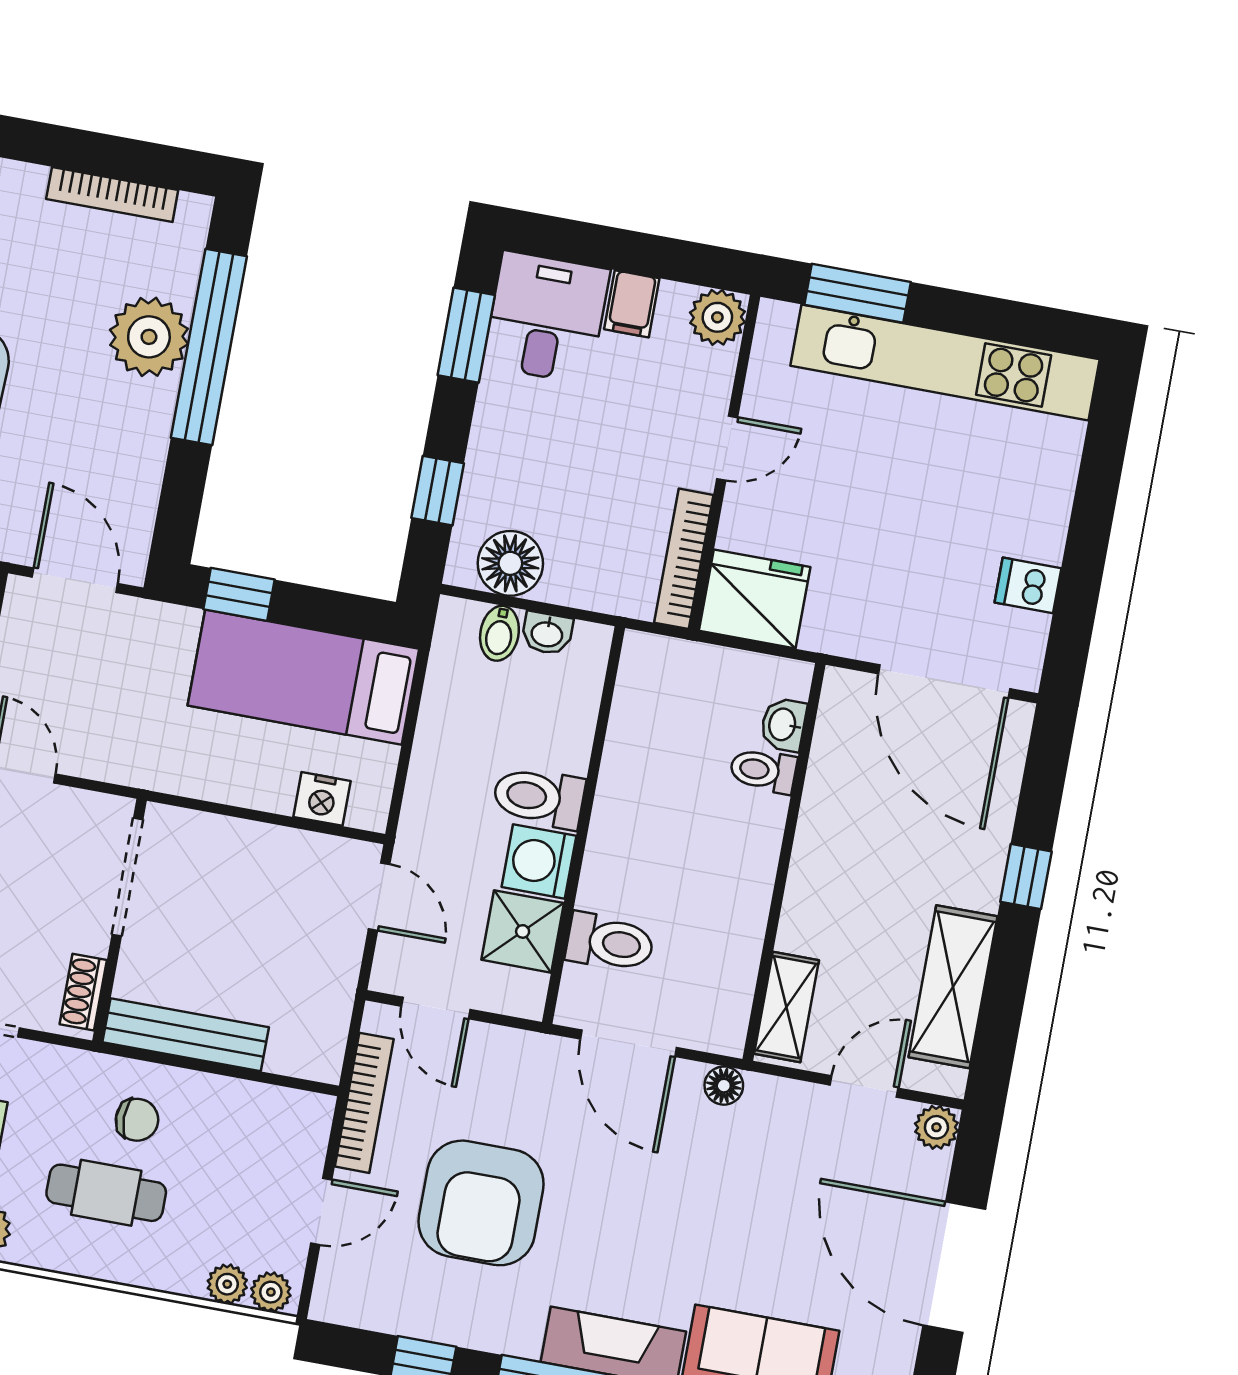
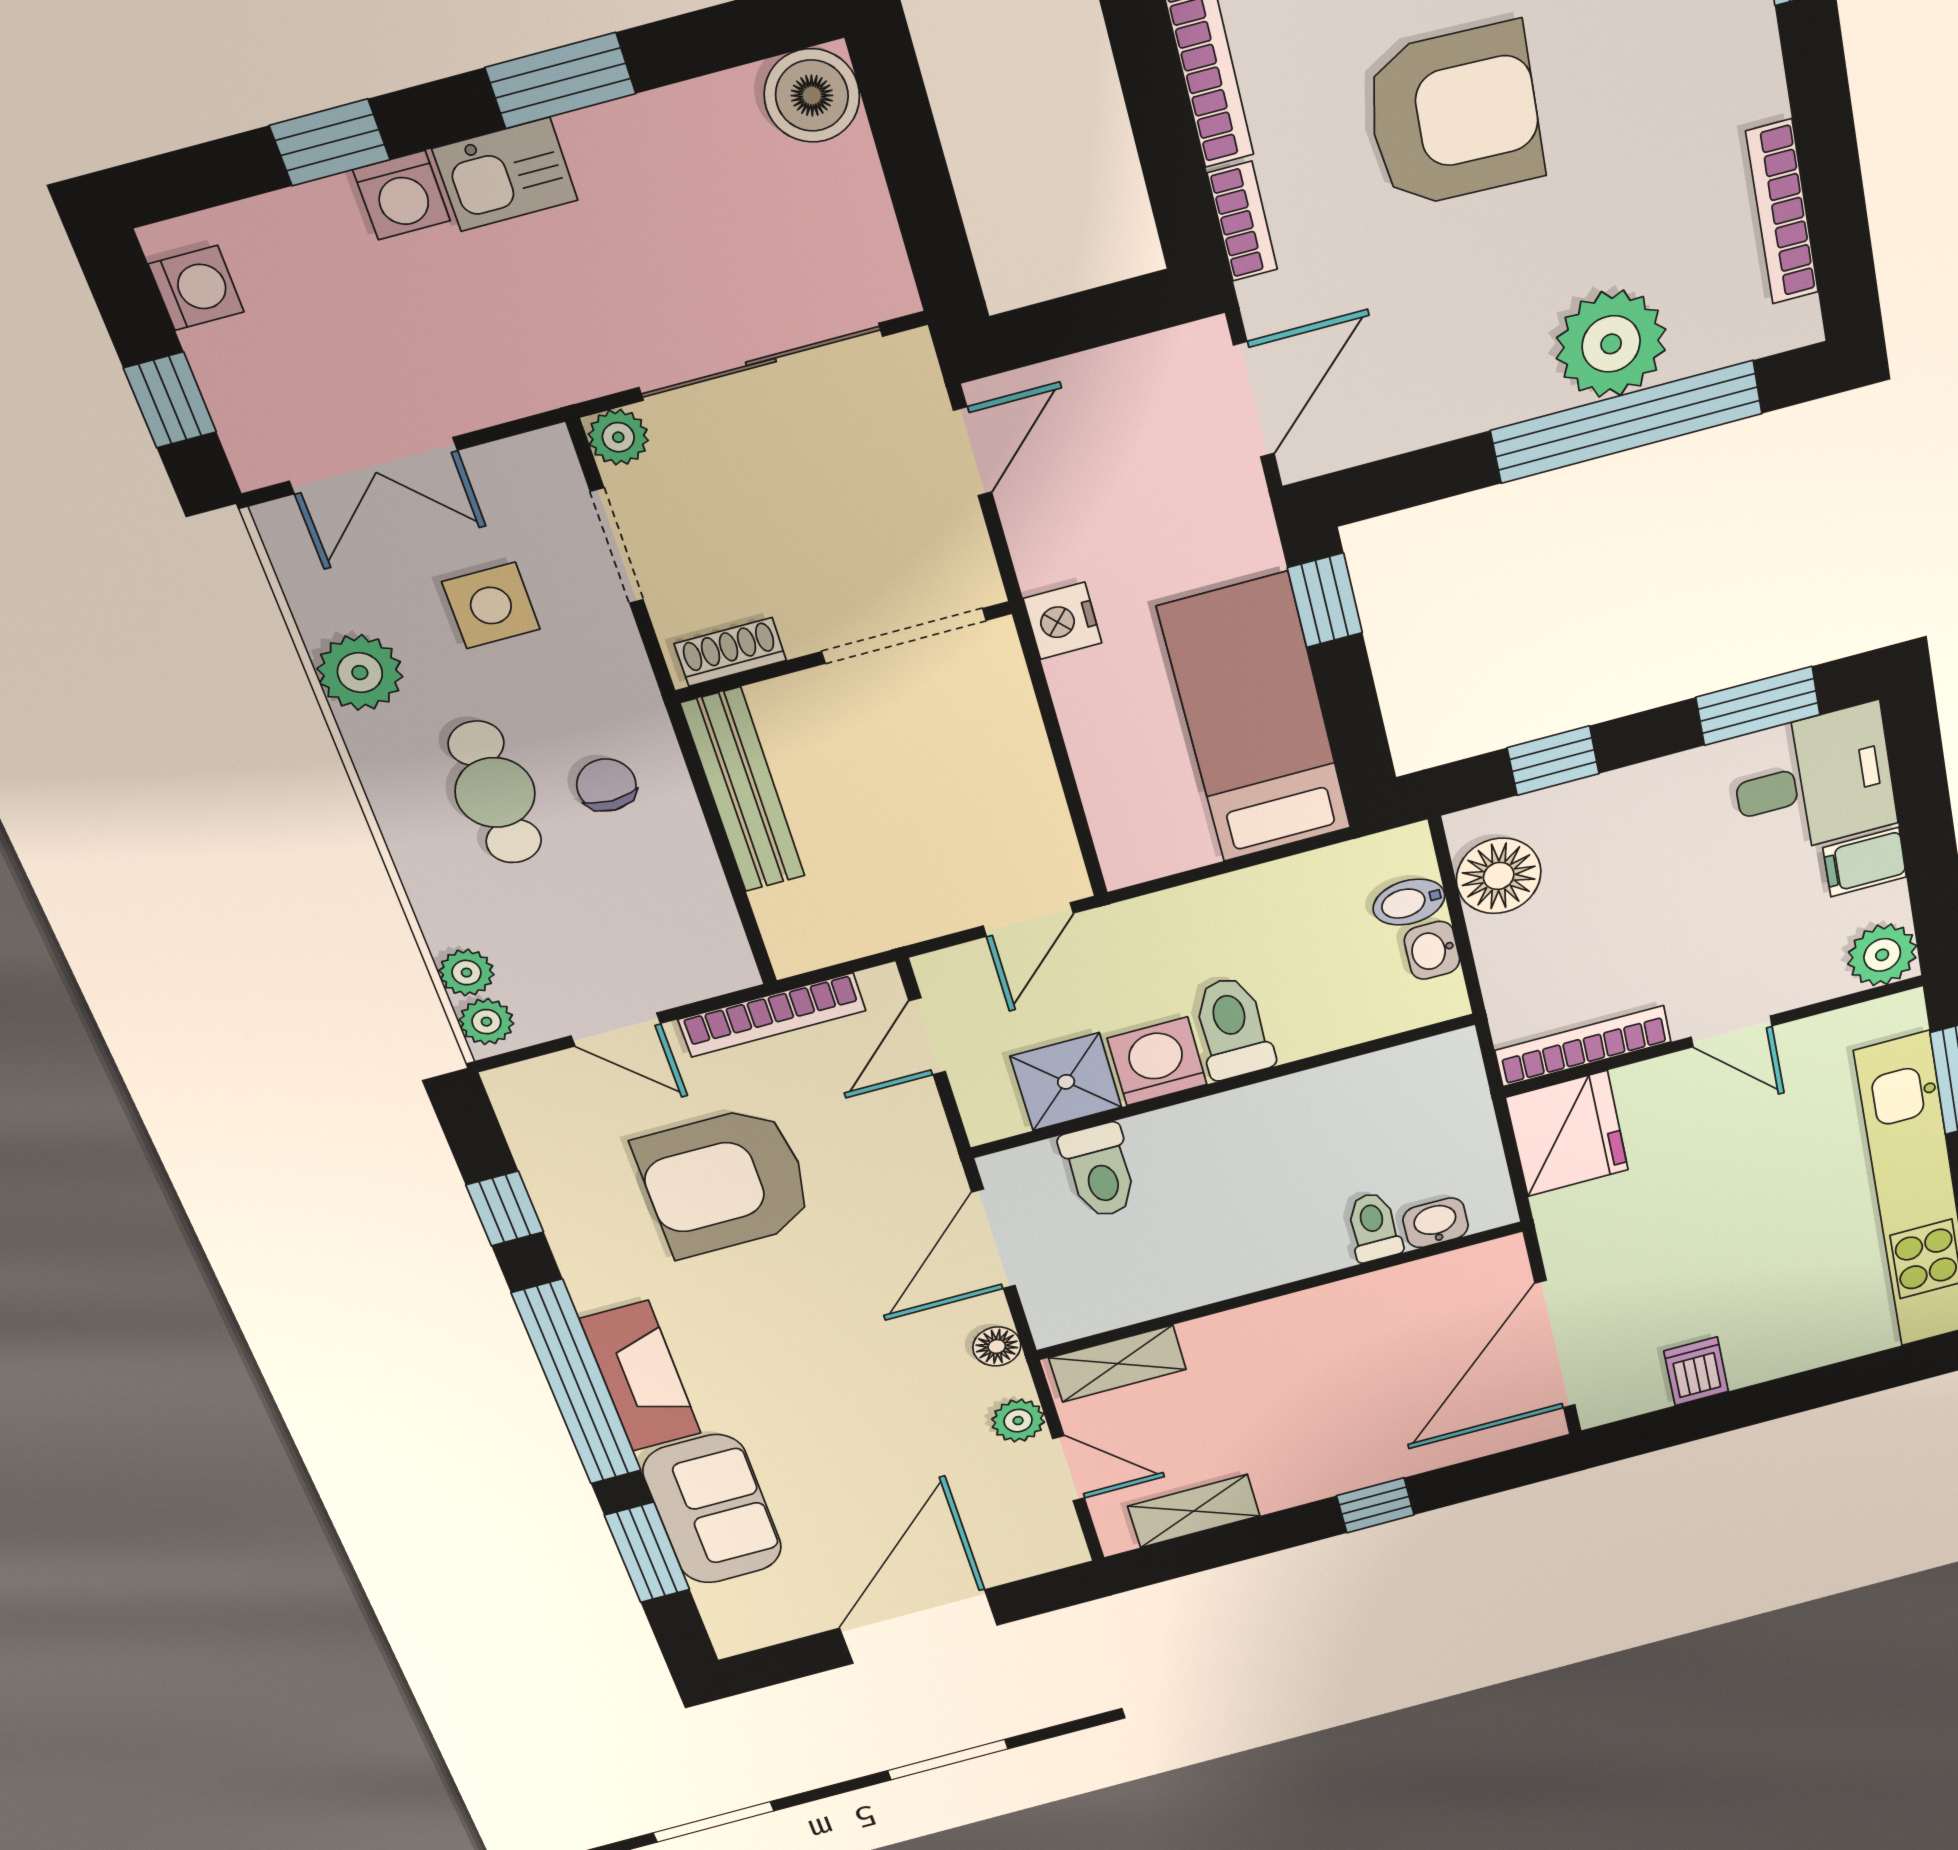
nightstand: (322, 799) -> (1062, 621), moved
shelving: (953, 987) -> (1194, 1511), width x0.67, depth x0.75
chair: (137, 1120) -> (606, 785), turned 180
plant: (936, 1127) -> (1018, 1421), moved

